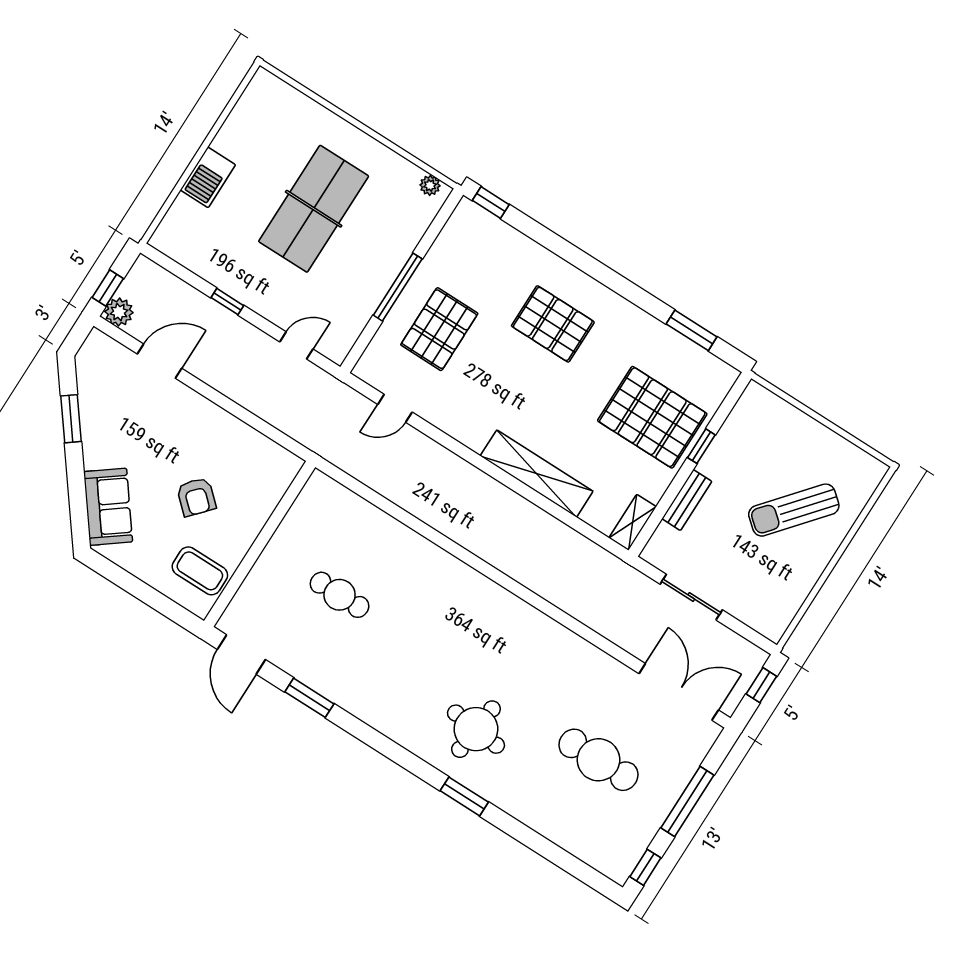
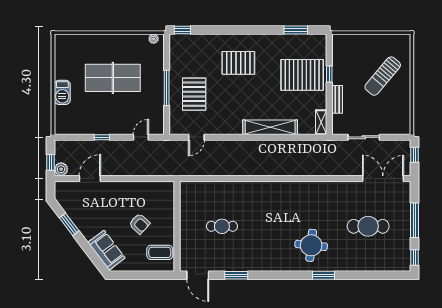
table tennis table: (314, 209) -> (113, 78), turned 90

